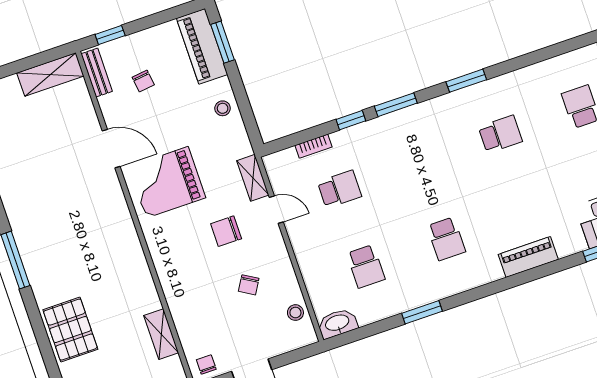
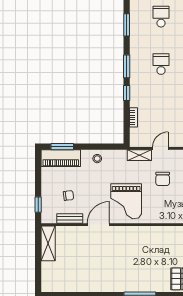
bench: (97, 73) -> (70, 219), moved
school desk: (339, 189) -> (161, 64), moved

